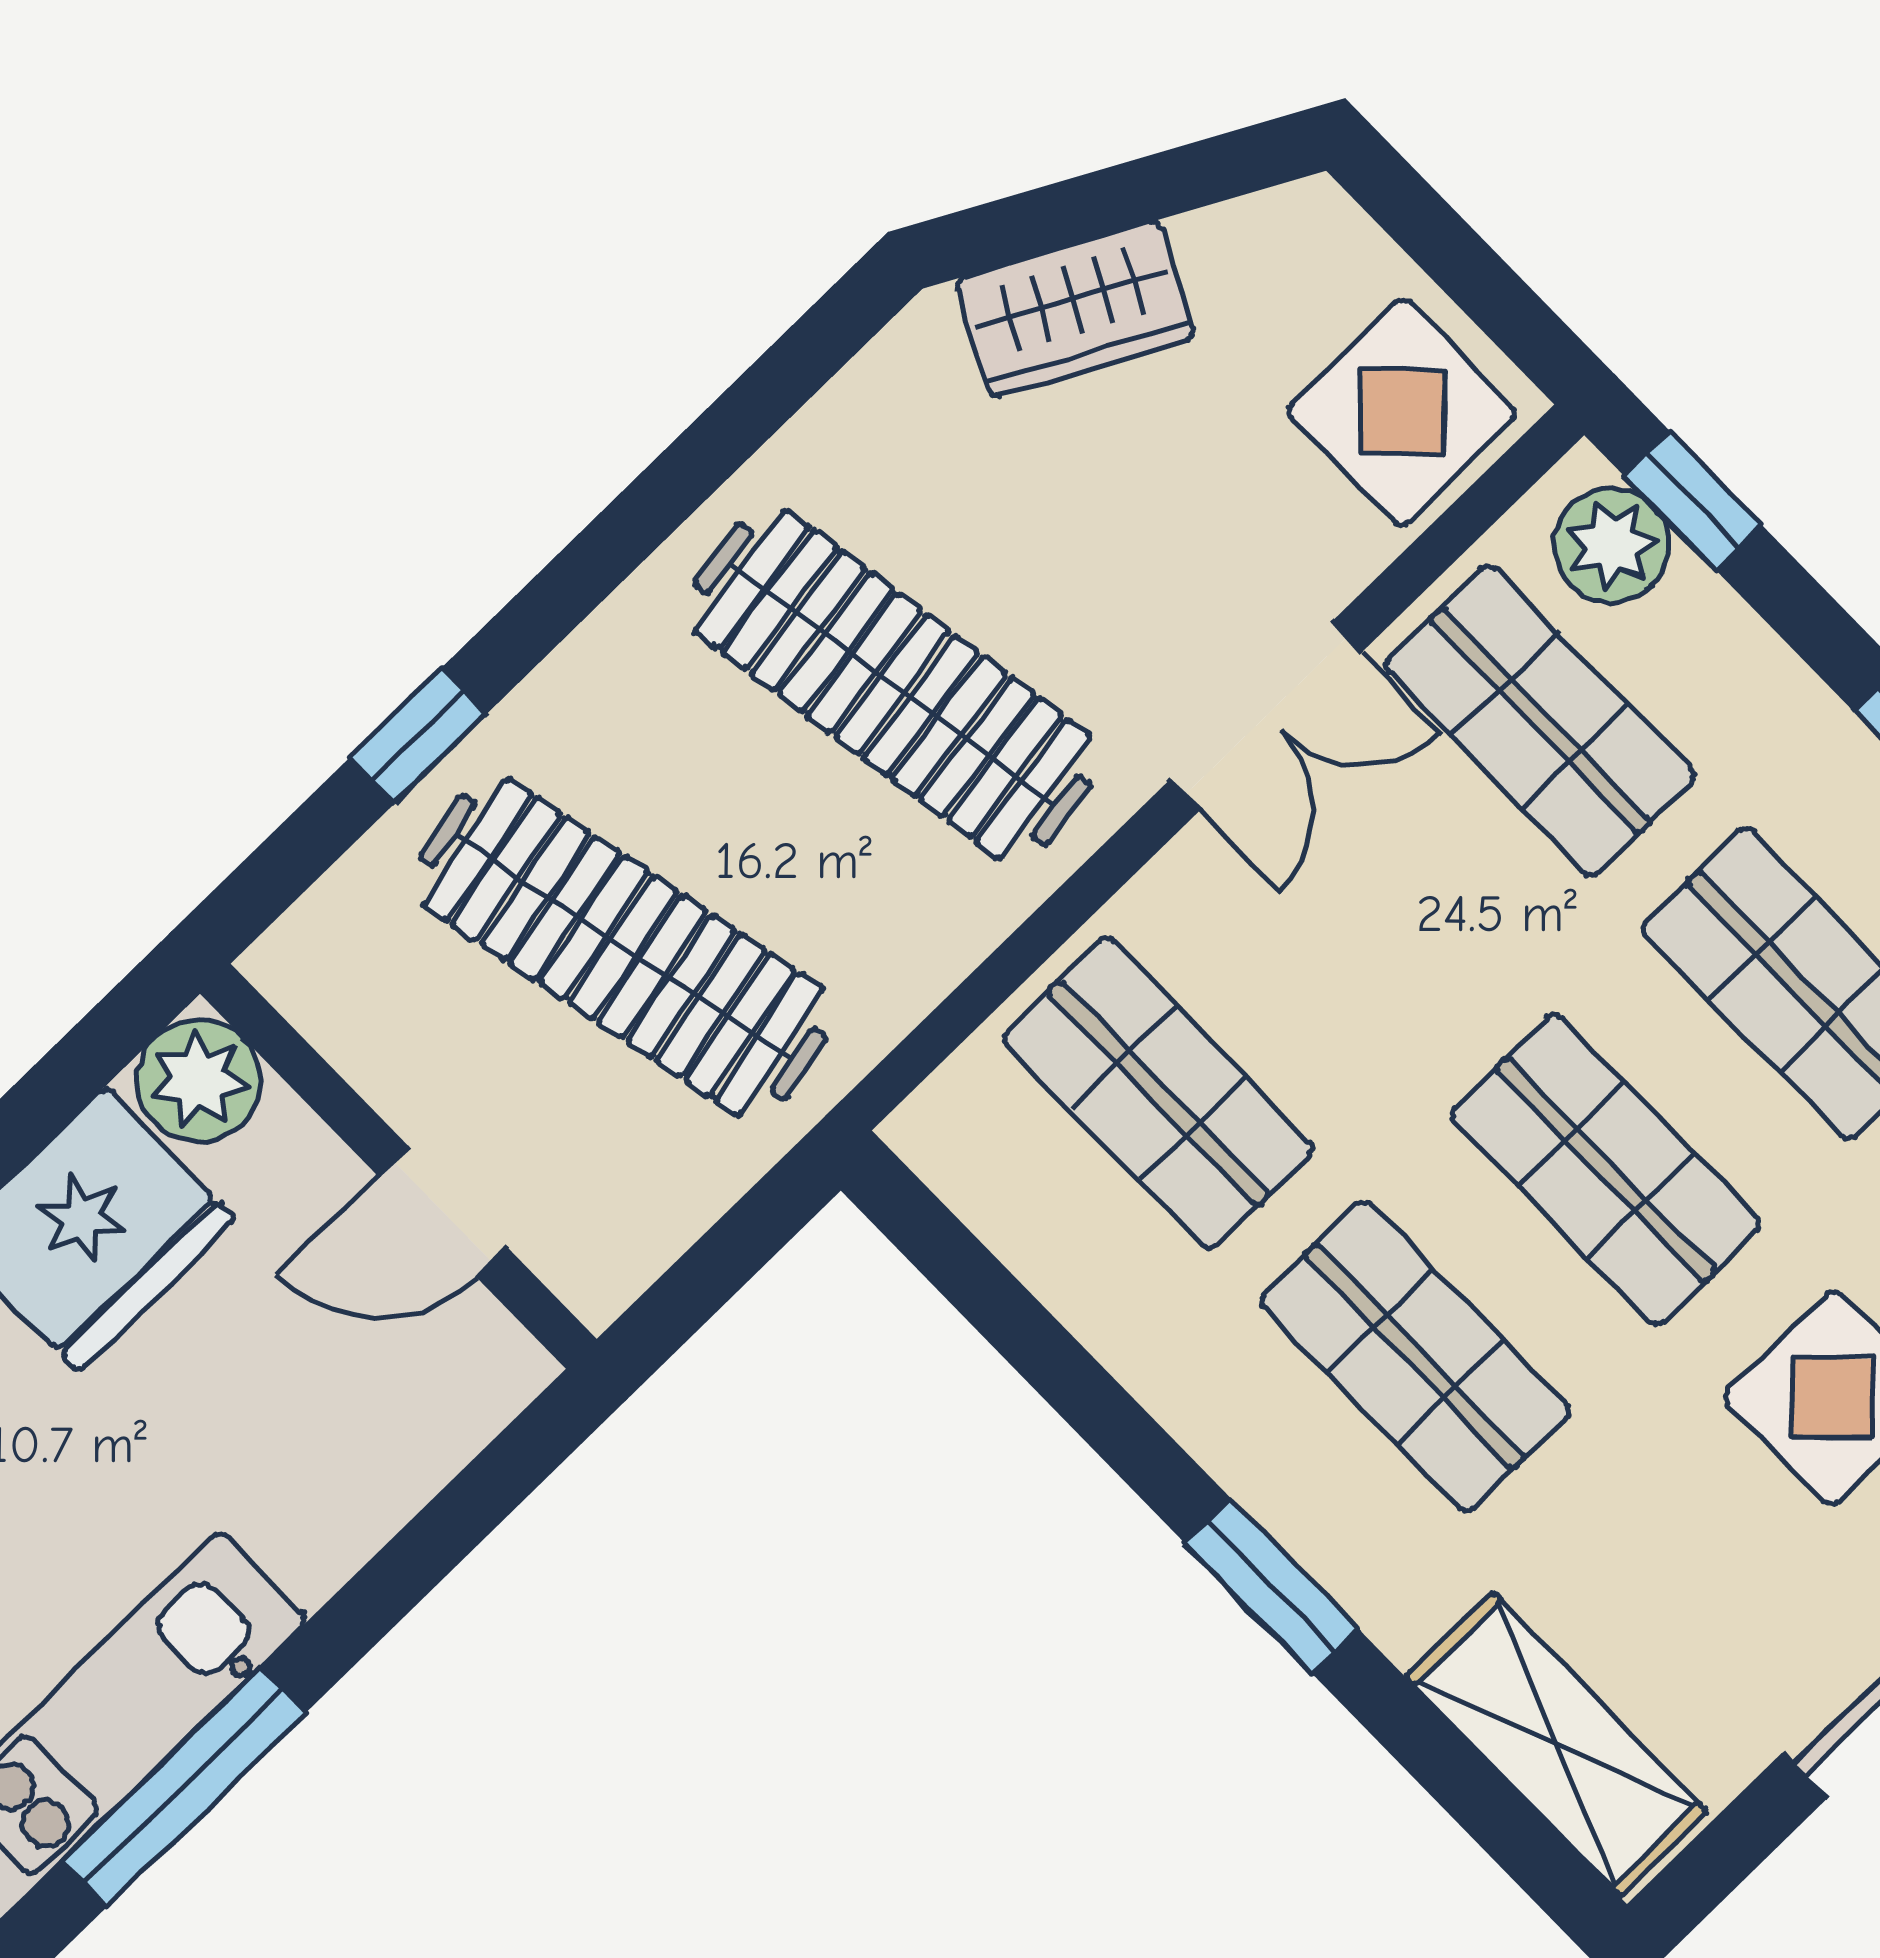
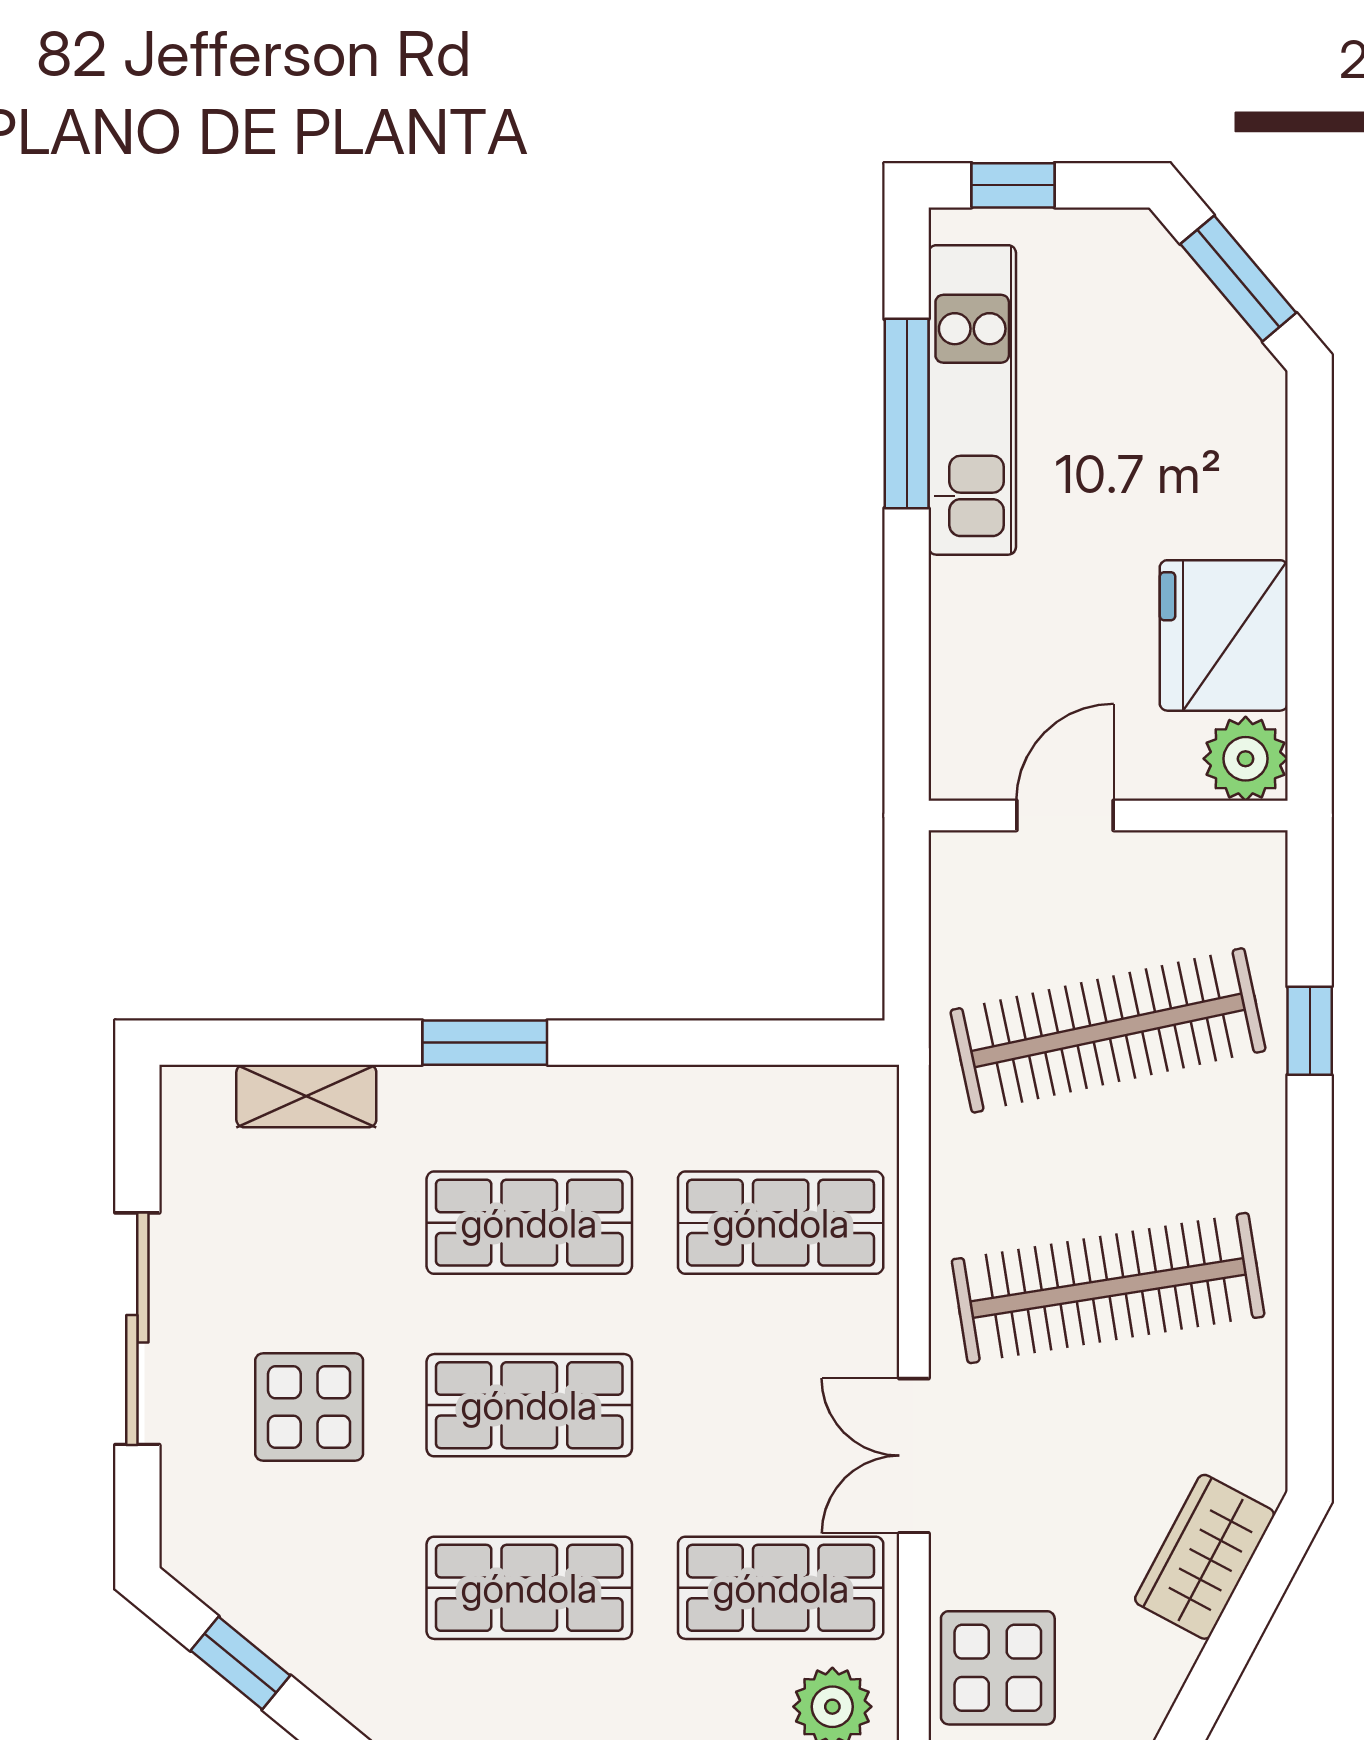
shelving: (1556, 1744) -> (306, 1096), width x0.67, depth x0.75

